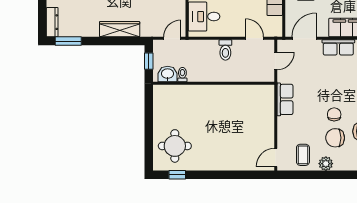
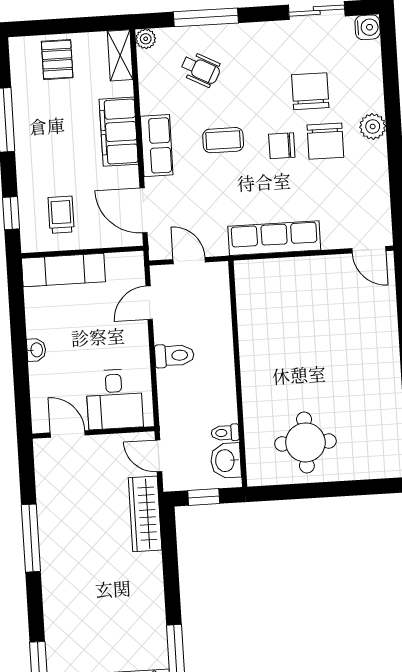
wardrobe: (120, 29) -> (145, 514), moved
row of seats: (285, 99) -> (274, 238), width x1.48
round table: (175, 146) -> (305, 442), moved
coffee table: (303, 155) -> (223, 140), moved
plant: (326, 164) -> (373, 126), moved

